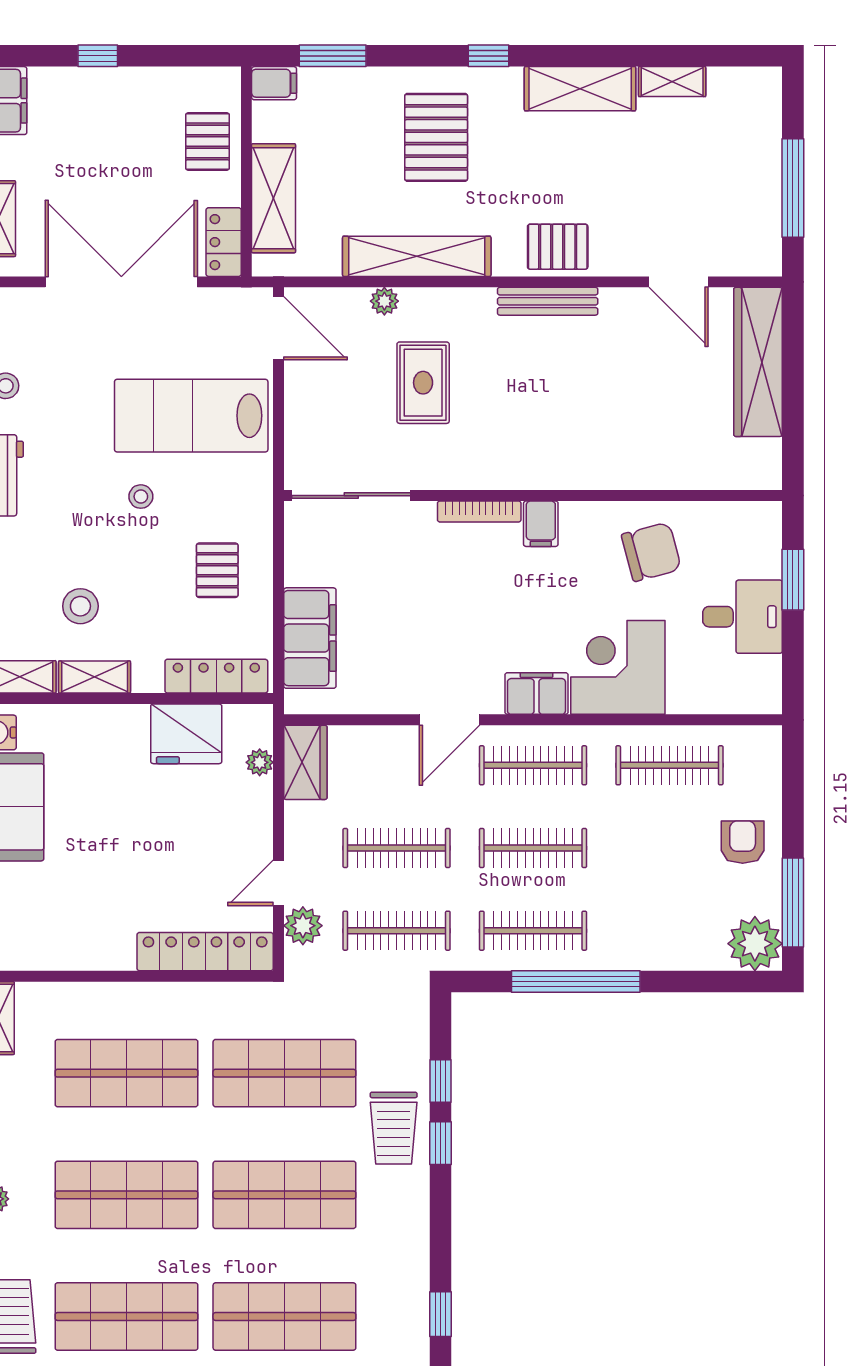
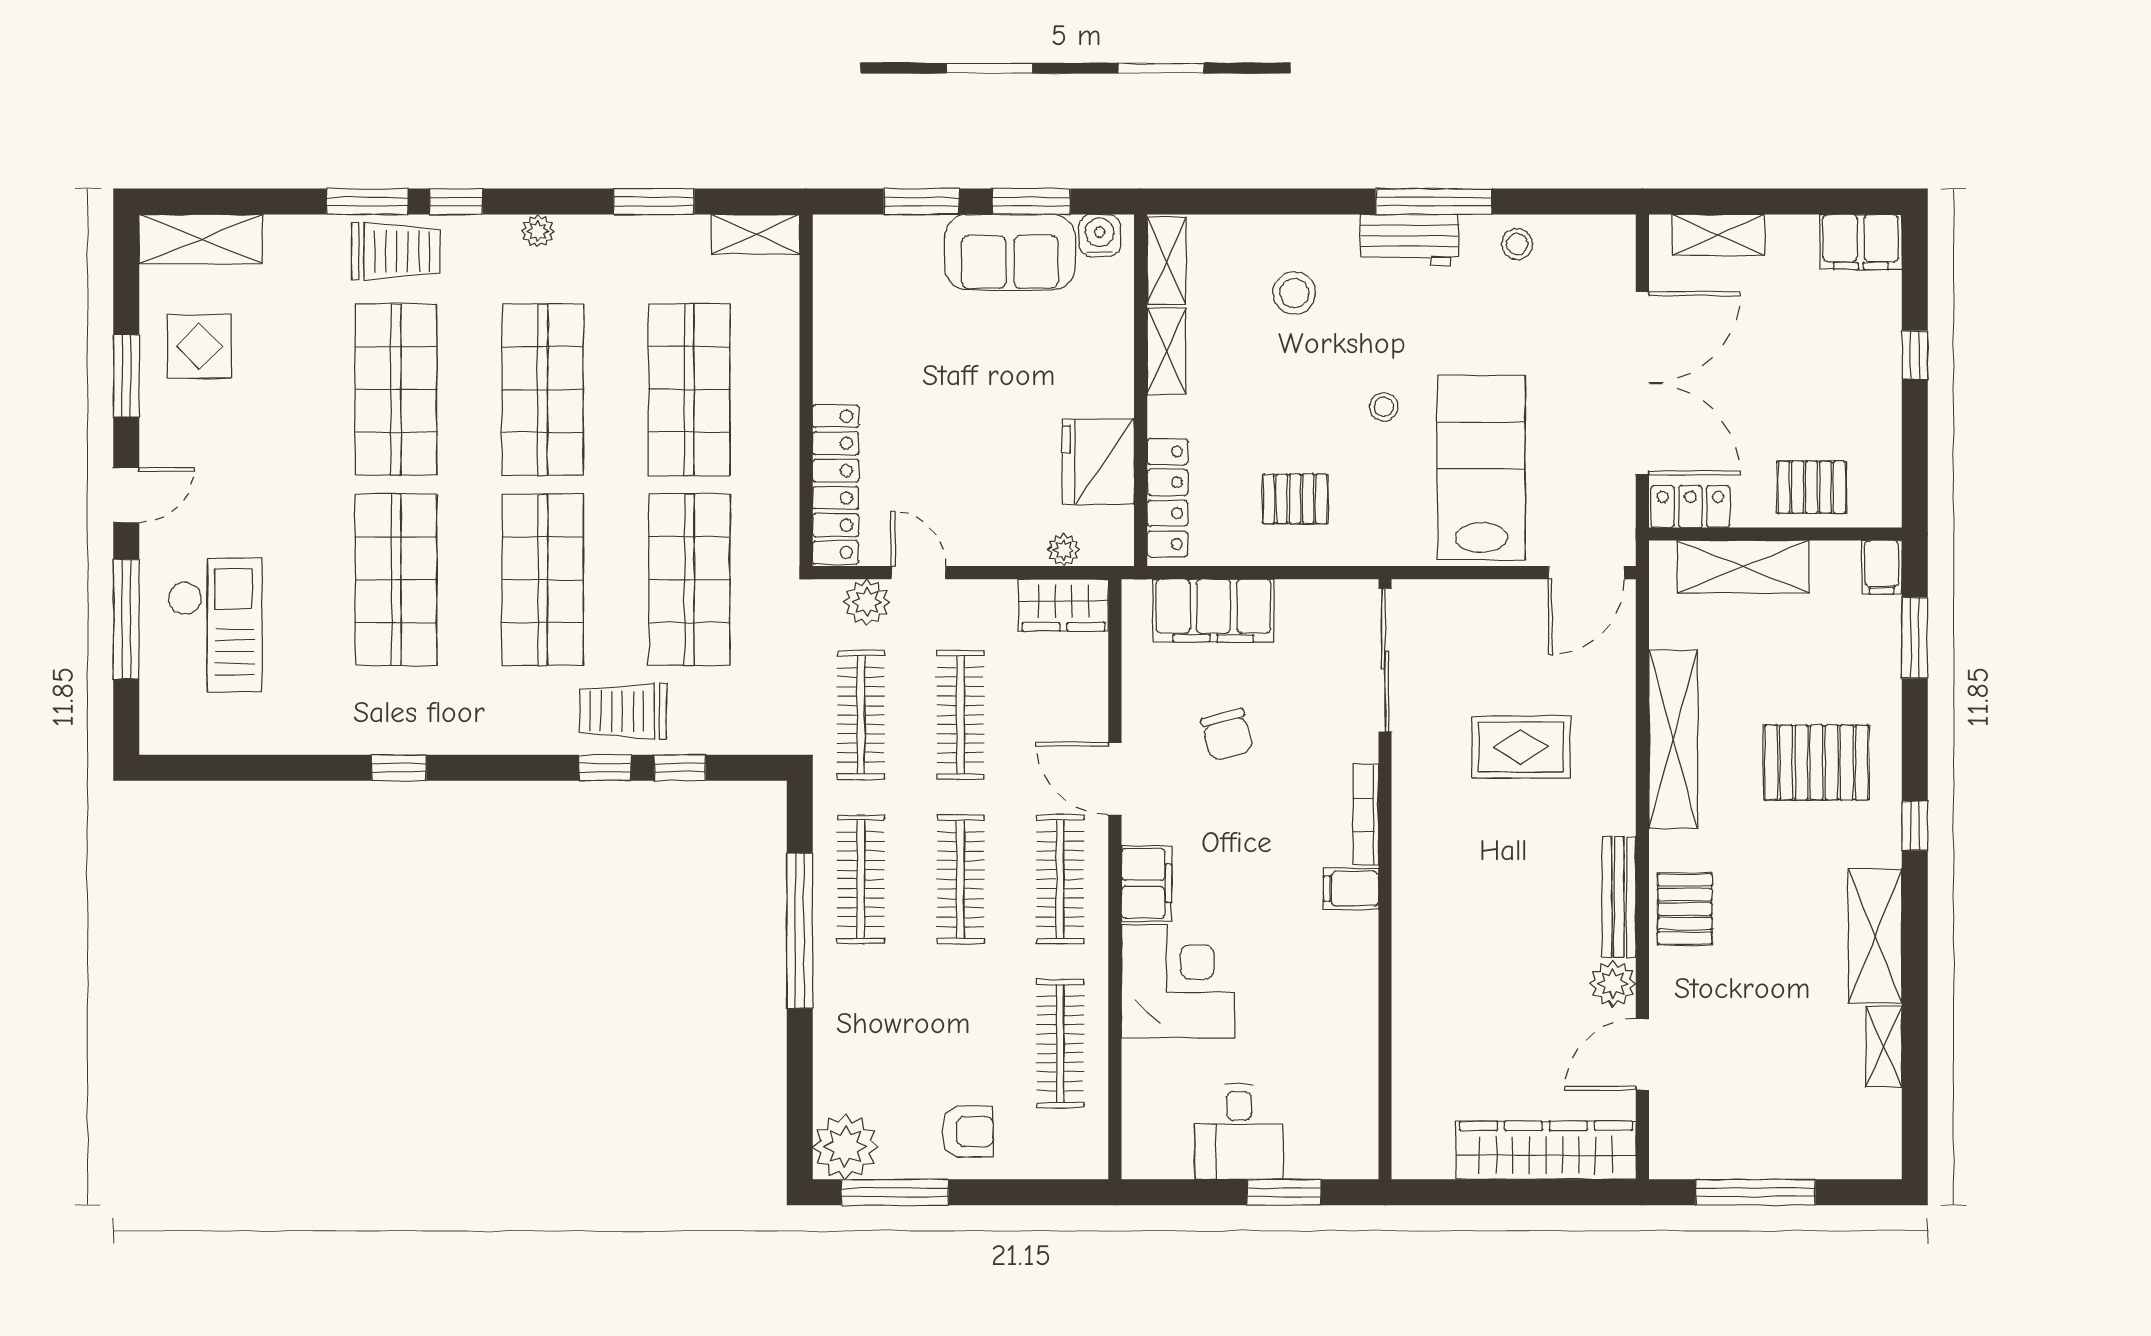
plant: (384, 301) -> (1613, 984), moved, width x1.38, depth x1.38
chair: (651, 552) -> (1227, 735), moved, width x0.73, depth x0.73
stool: (80, 606) -> (1294, 293), moved

